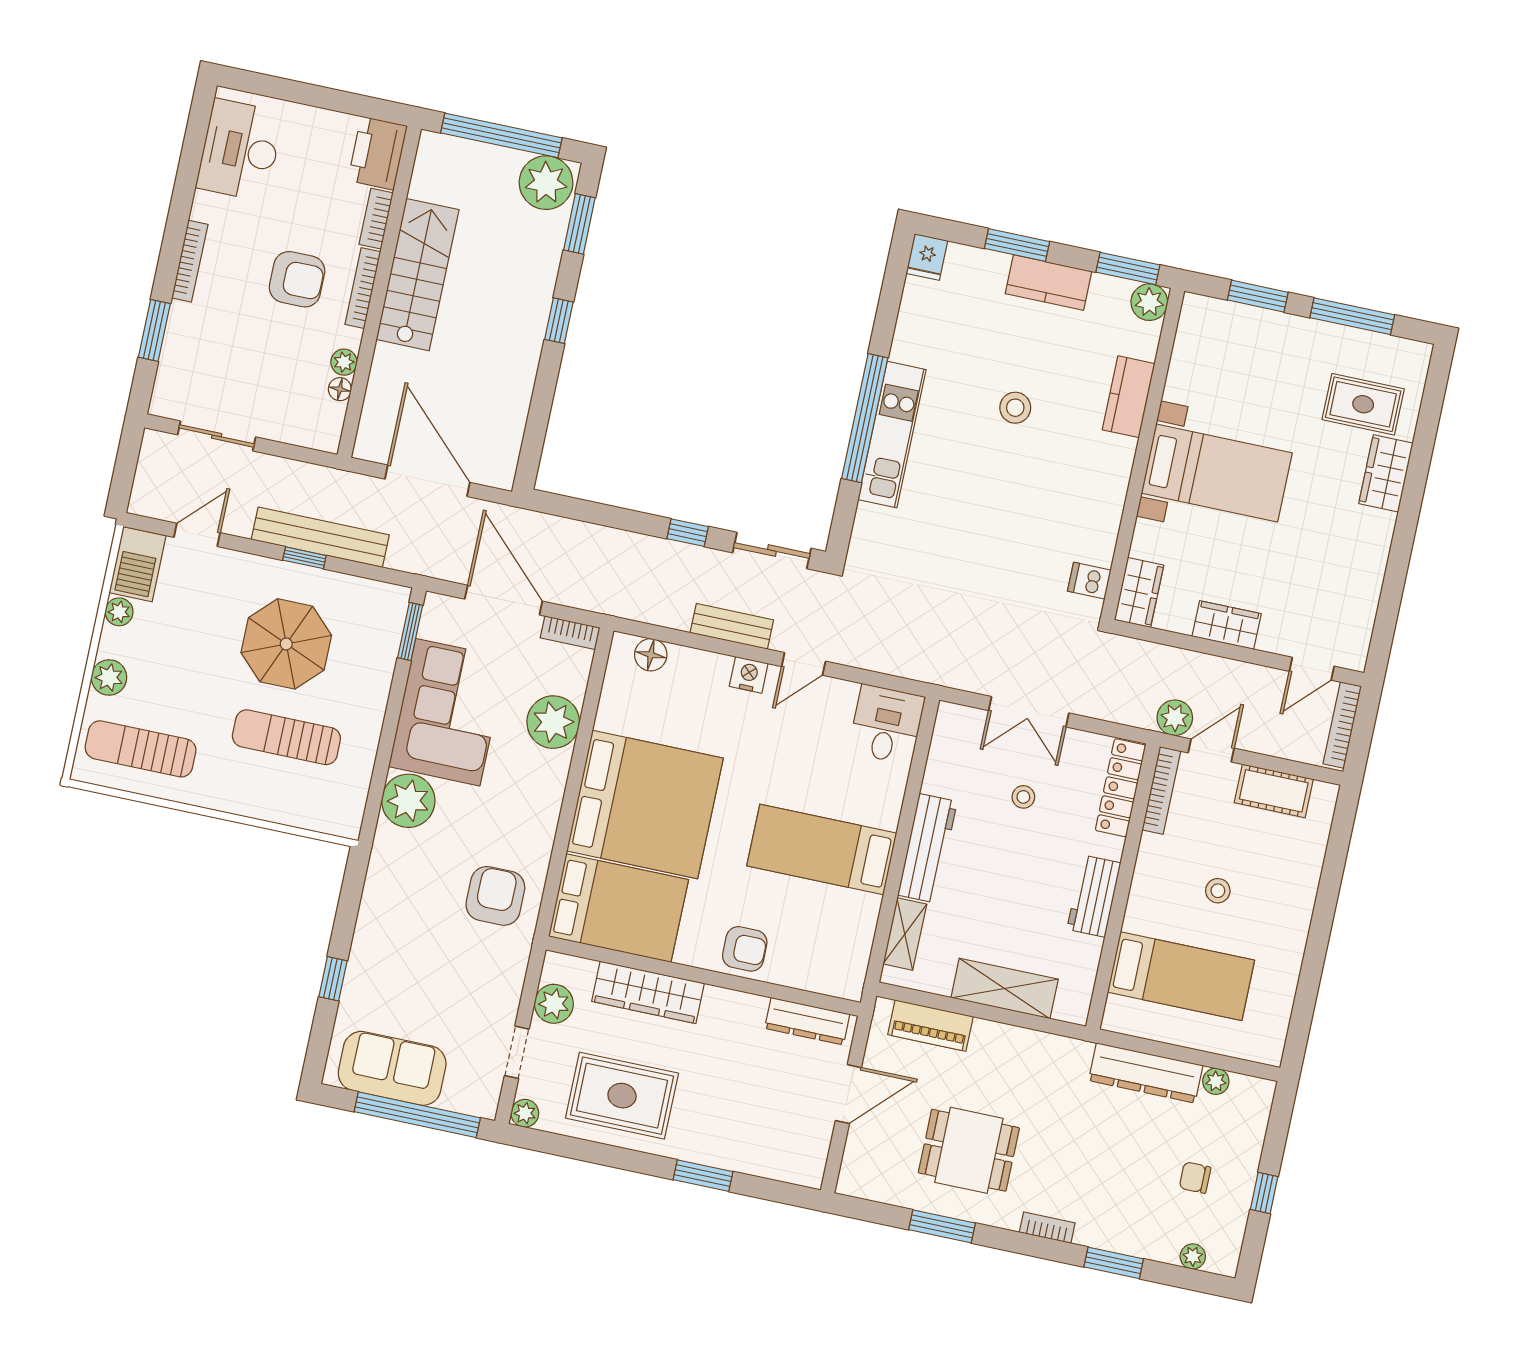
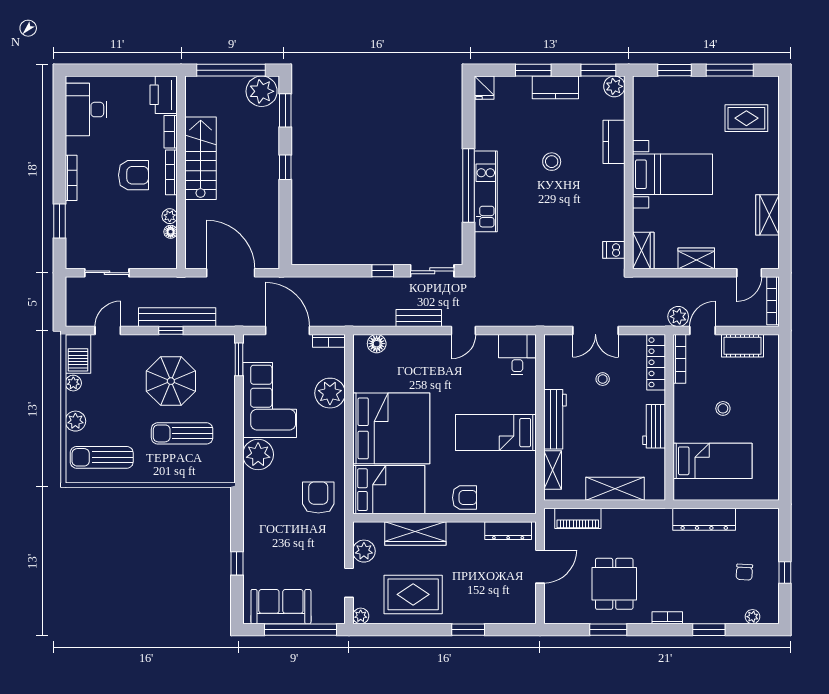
wardrobe: (1386, 473) -> (767, 215), moved
nightstand: (749, 675) -> (434, 343), removed
plant: (1216, 1081) -> (745, 516), removed
dining table: (969, 1150) -> (614, 584), turned 90
chair: (1195, 1178) -> (744, 572), turned -87

